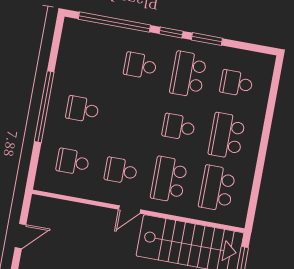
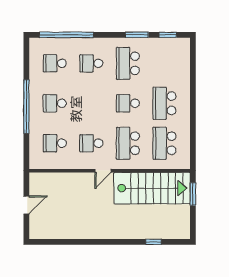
window: (171, 32) -> (168, 35), moved
school desk: (236, 83) -> (55, 63), moved

